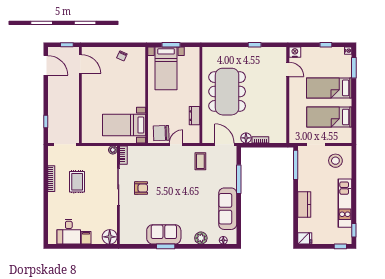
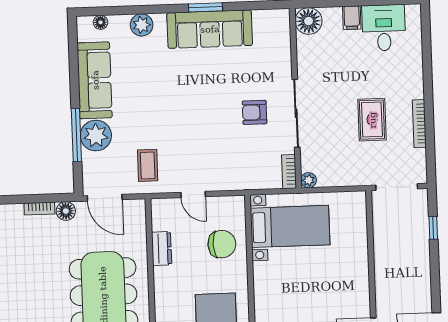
chair: (161, 133) -> (222, 244), moved
door: (176, 144) -> (193, 194), hinge flipped
plant: (228, 179) -> (96, 136), added
sofa: (164, 234) -> (210, 29), width x1.36

